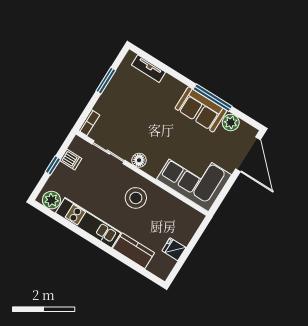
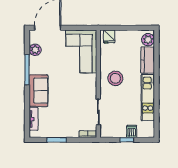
sofa: (201, 109) -> (38, 91), moved
dishwasher: (71, 159) -> (132, 131), moved
floor lamp: (139, 160) -> (92, 90), removed
plant: (51, 200) -> (148, 40), moved
fridge: (174, 249) -> (109, 37), moved

